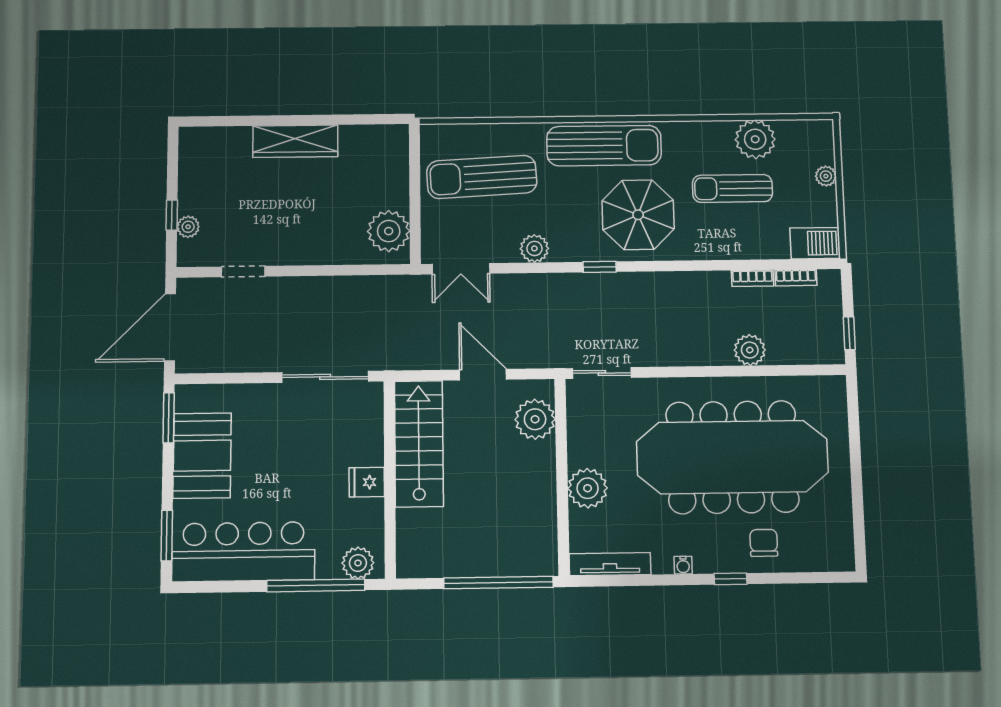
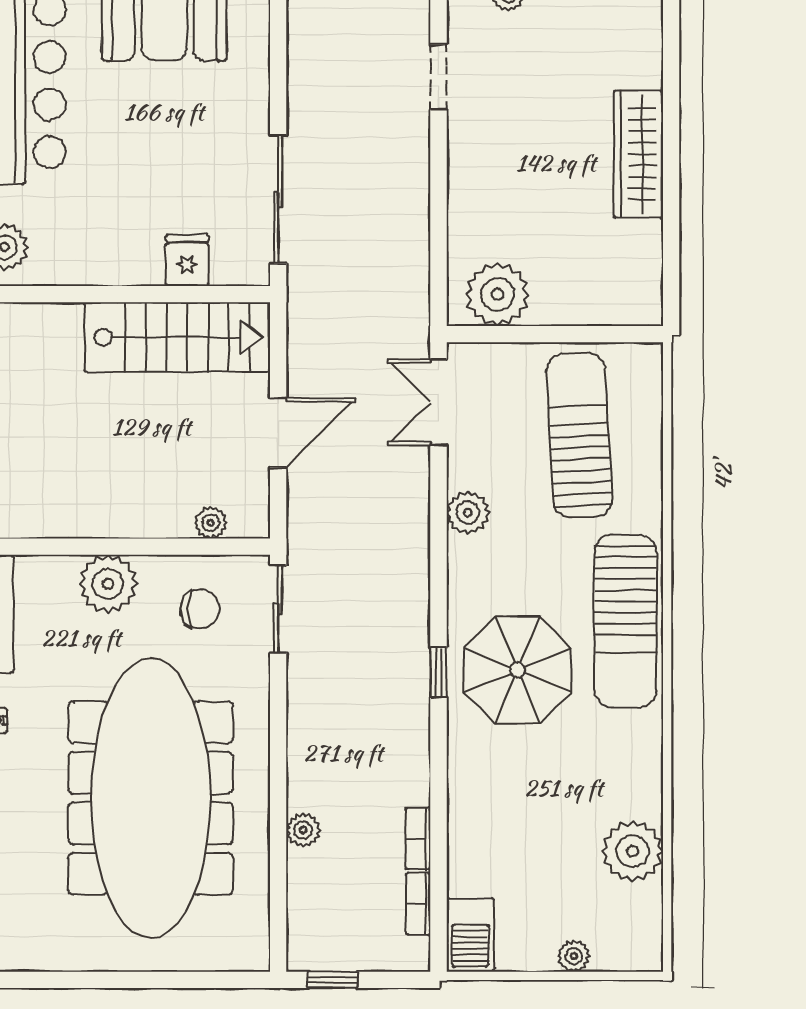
sun lounger: (732, 188) -> (556, 814), removed
window: (600, 267) -> (438, 673), moved
plant: (750, 350) -> (303, 830), width x0.73, depth x0.73
plant: (535, 419) -> (211, 523), width x0.53, depth x0.53
fridge: (367, 482) -> (187, 260), moved
chair: (764, 543) -> (200, 609), moved

